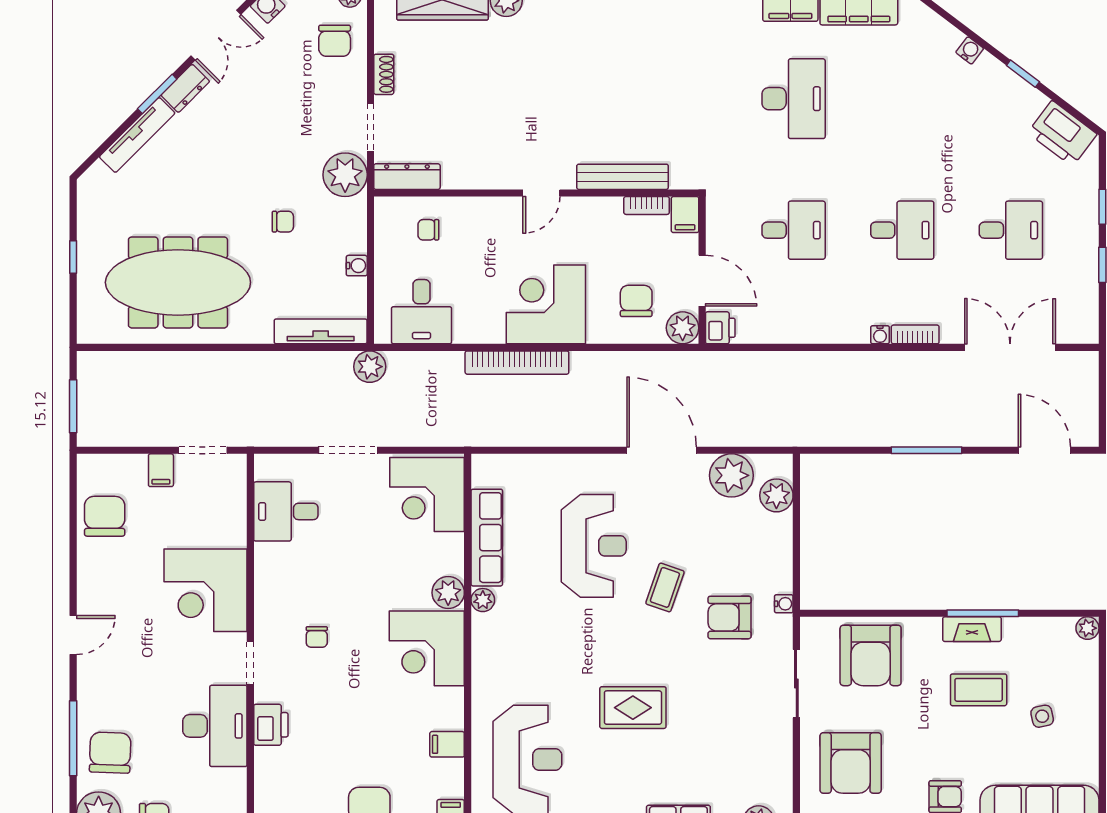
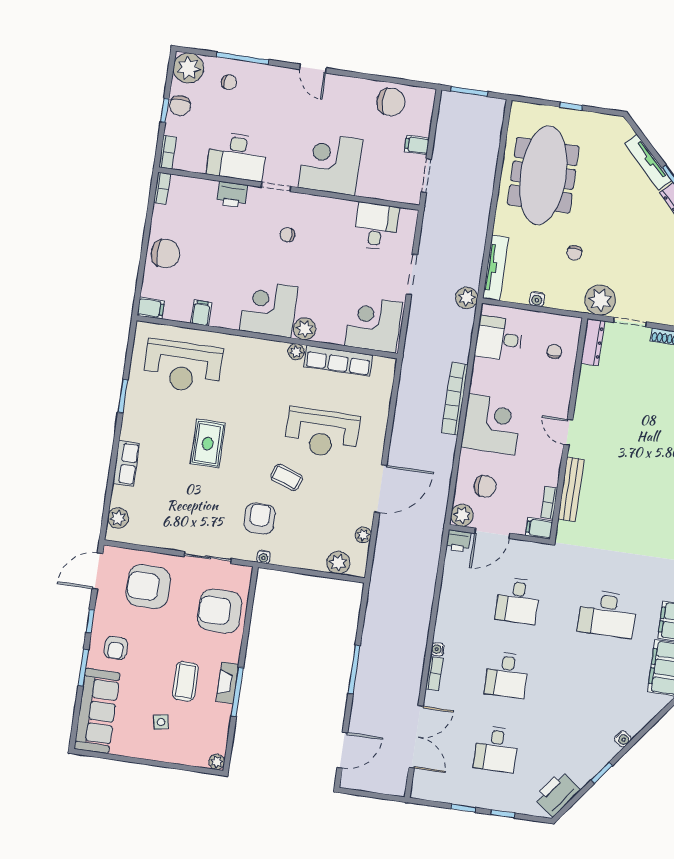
plant: (731, 475) -> (363, 535), width x0.53, depth x0.53
chair: (110, 753) -> (229, 82), width x0.54, depth x0.54

